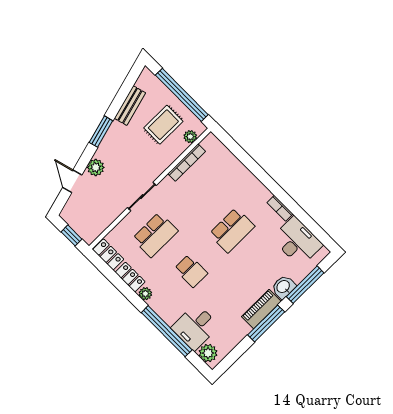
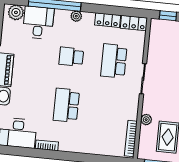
plant: (190, 137) -> (146, 120), moved
bookcase: (187, 163) -> (131, 138), moved
plant: (145, 294) -> (76, 16), moved

